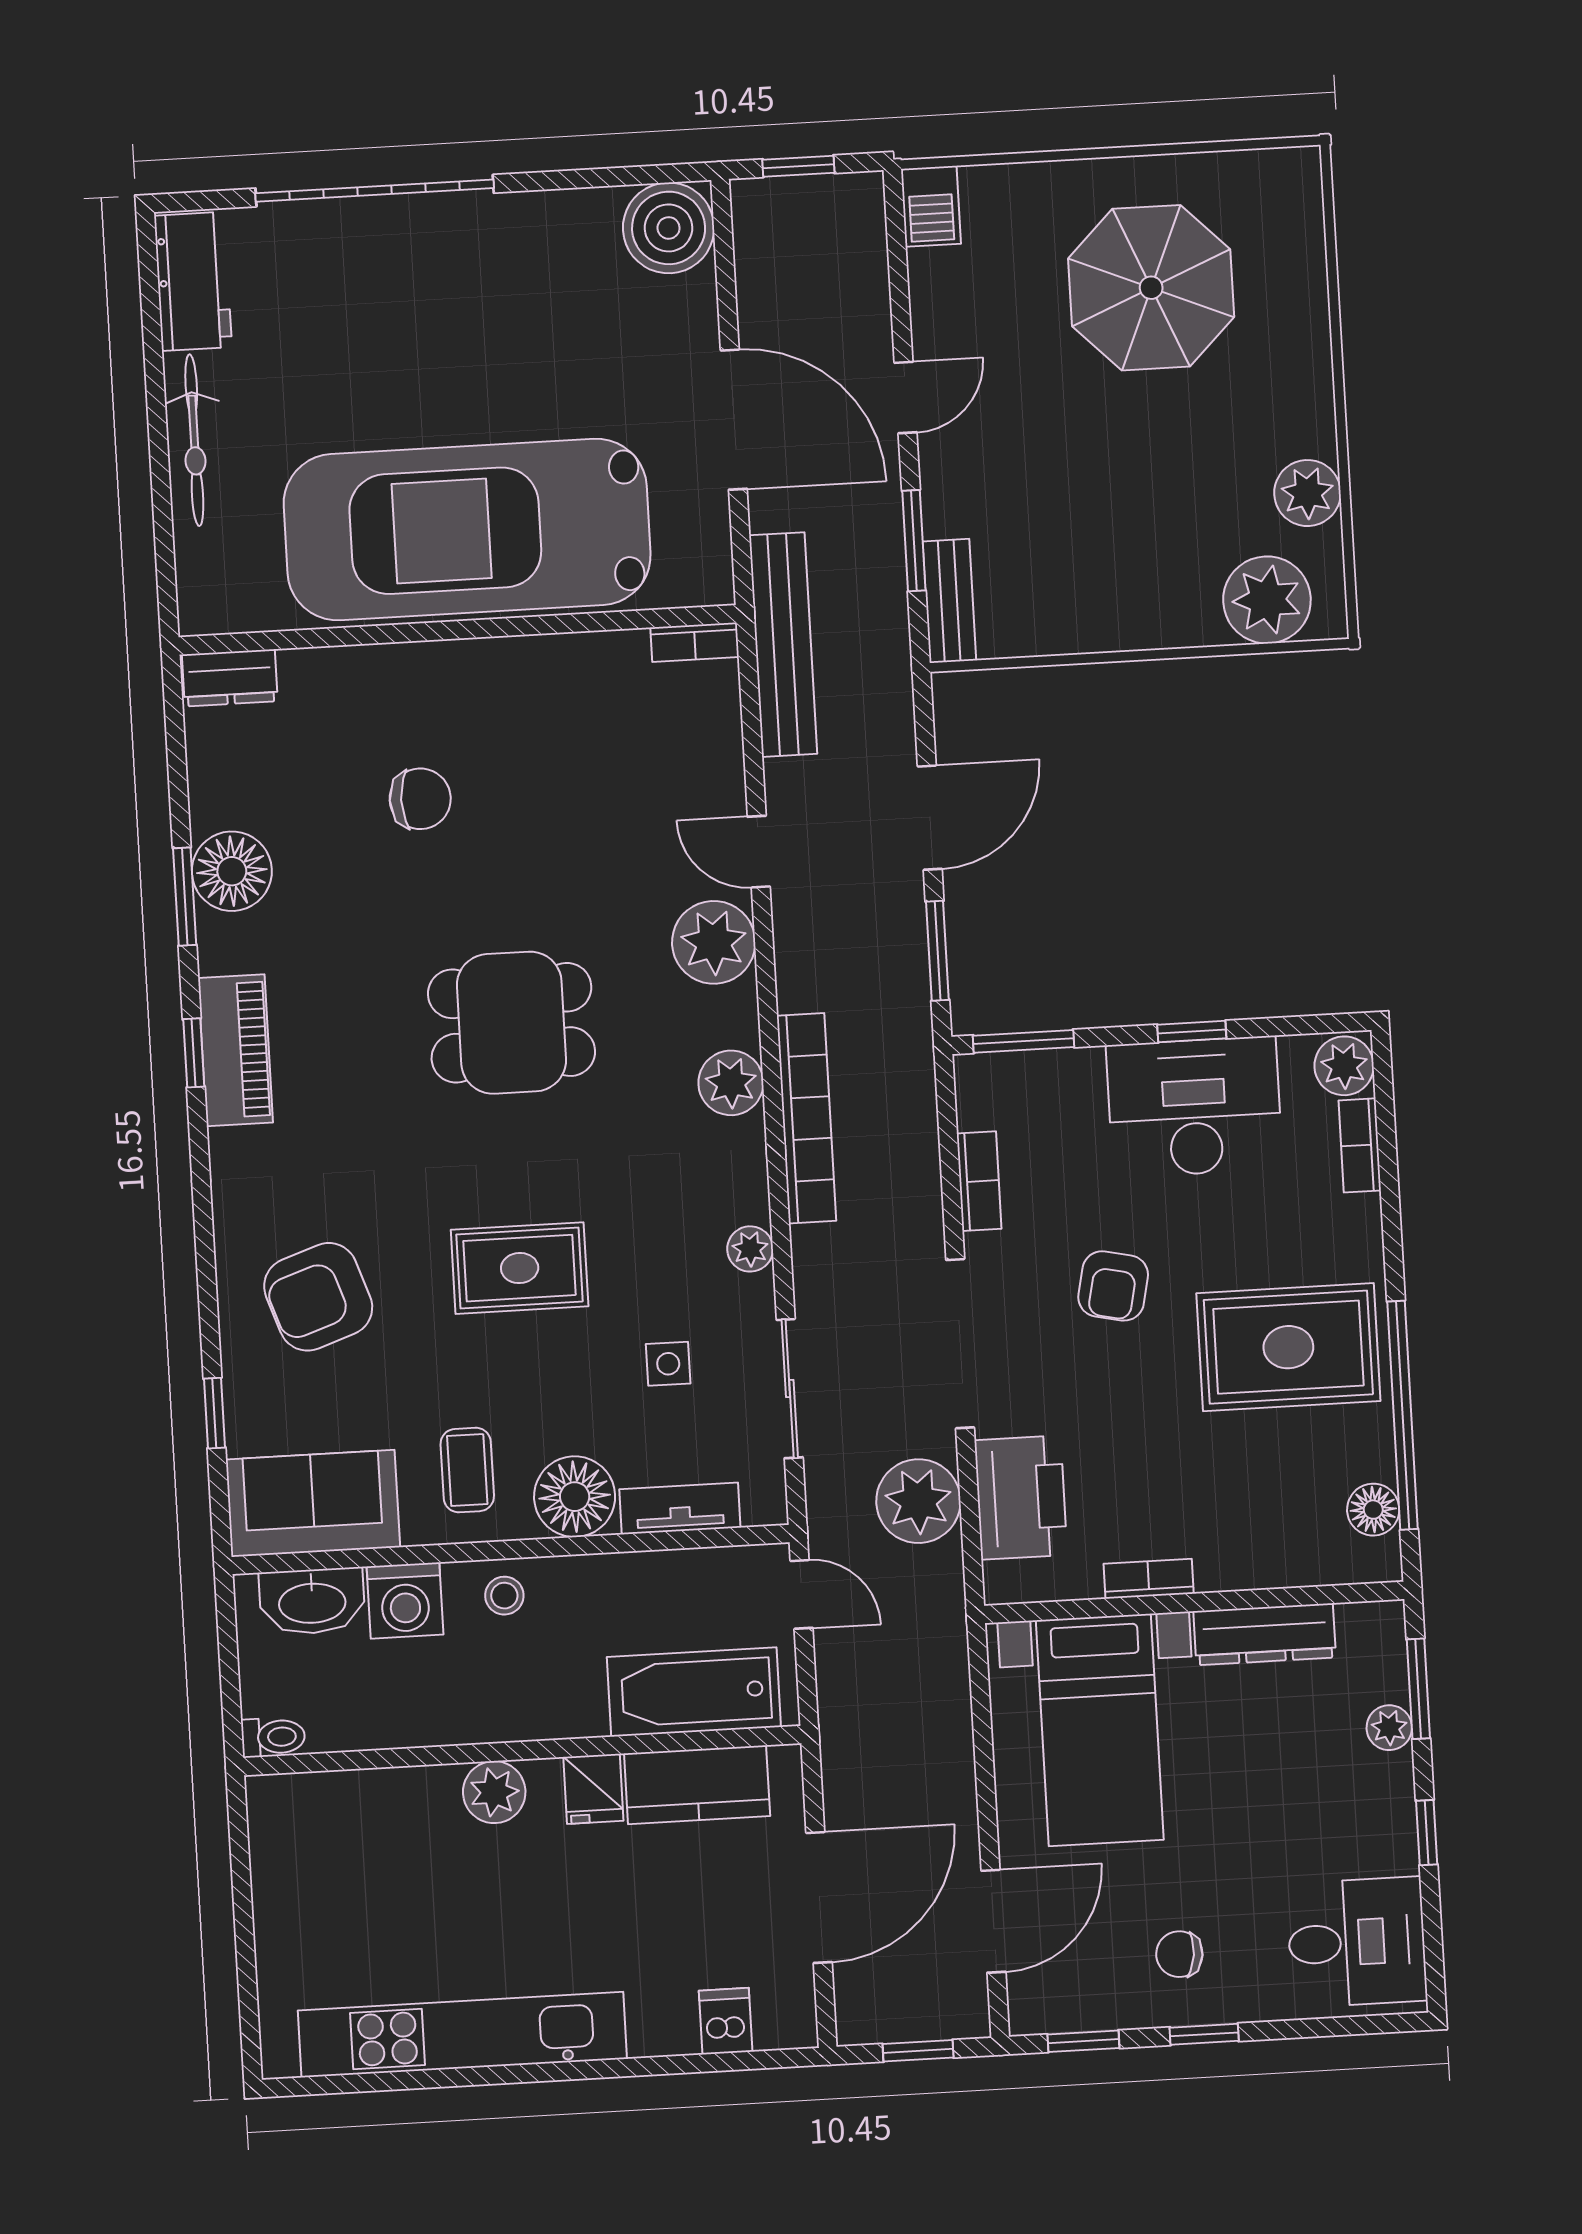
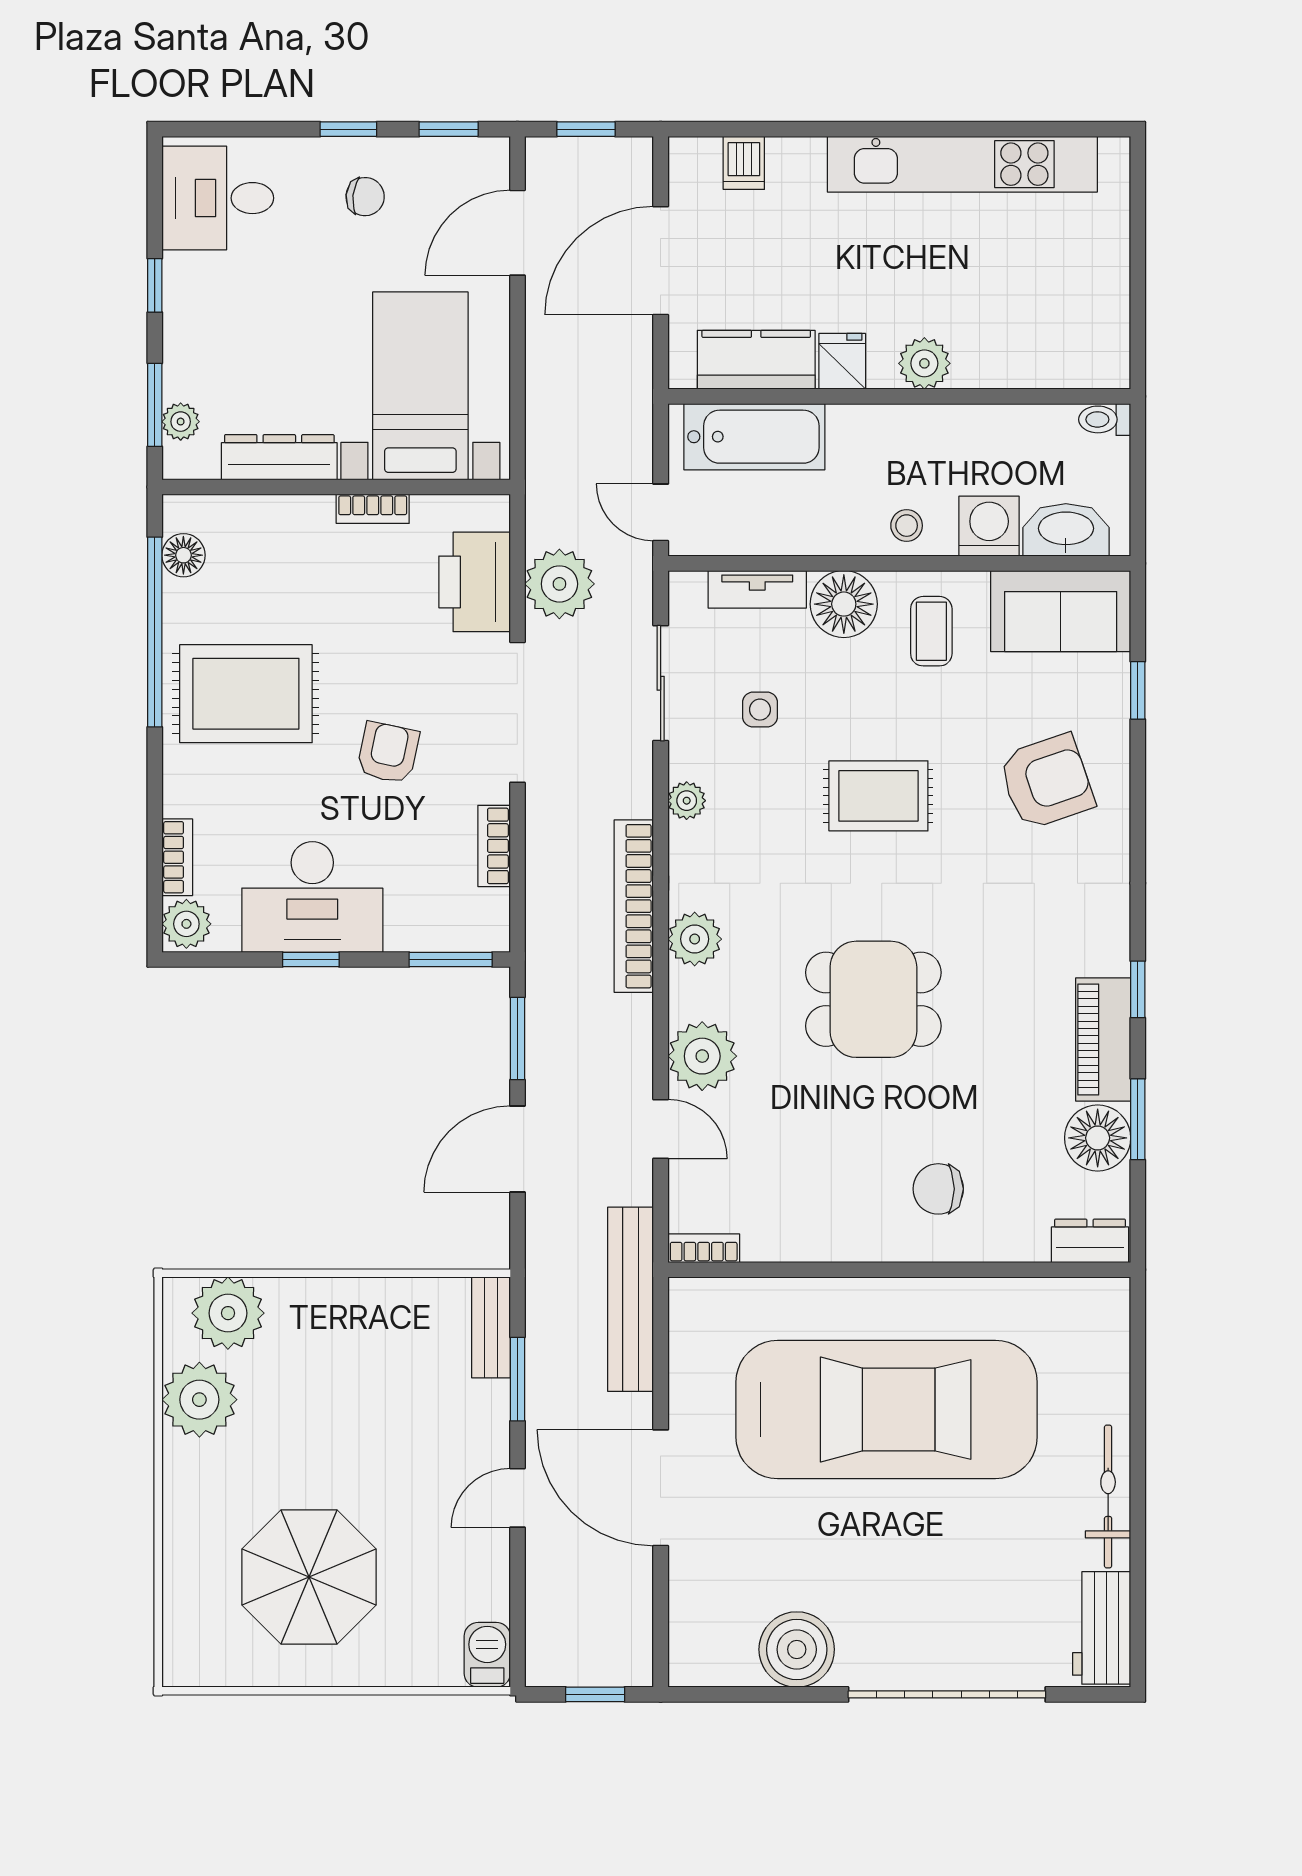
boiler: (669, 228) -> (797, 1649), moved
plant: (1307, 493) -> (199, 1400), width x1.36, depth x1.36
wall: (458, 630) -> (899, 1270), moved
bookcase: (695, 642) -> (704, 1248), moved
dresser: (230, 678) -> (1090, 1241), moved
piano: (235, 1050) -> (1103, 1040), moved
plant: (1389, 1728) -> (181, 422), moved

